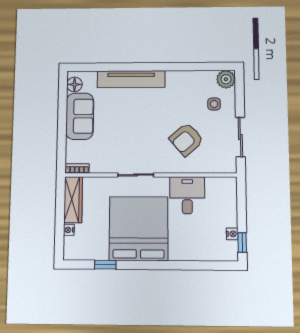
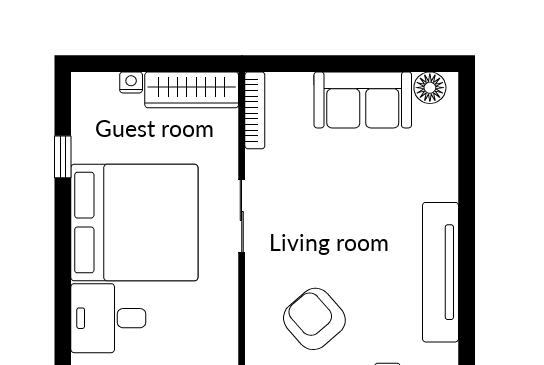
tv unit: (131, 79) -> (440, 272), moved
bookcase: (77, 168) -> (255, 110), width x1.56
desk: (187, 195) -> (108, 318), moved, turned 180

